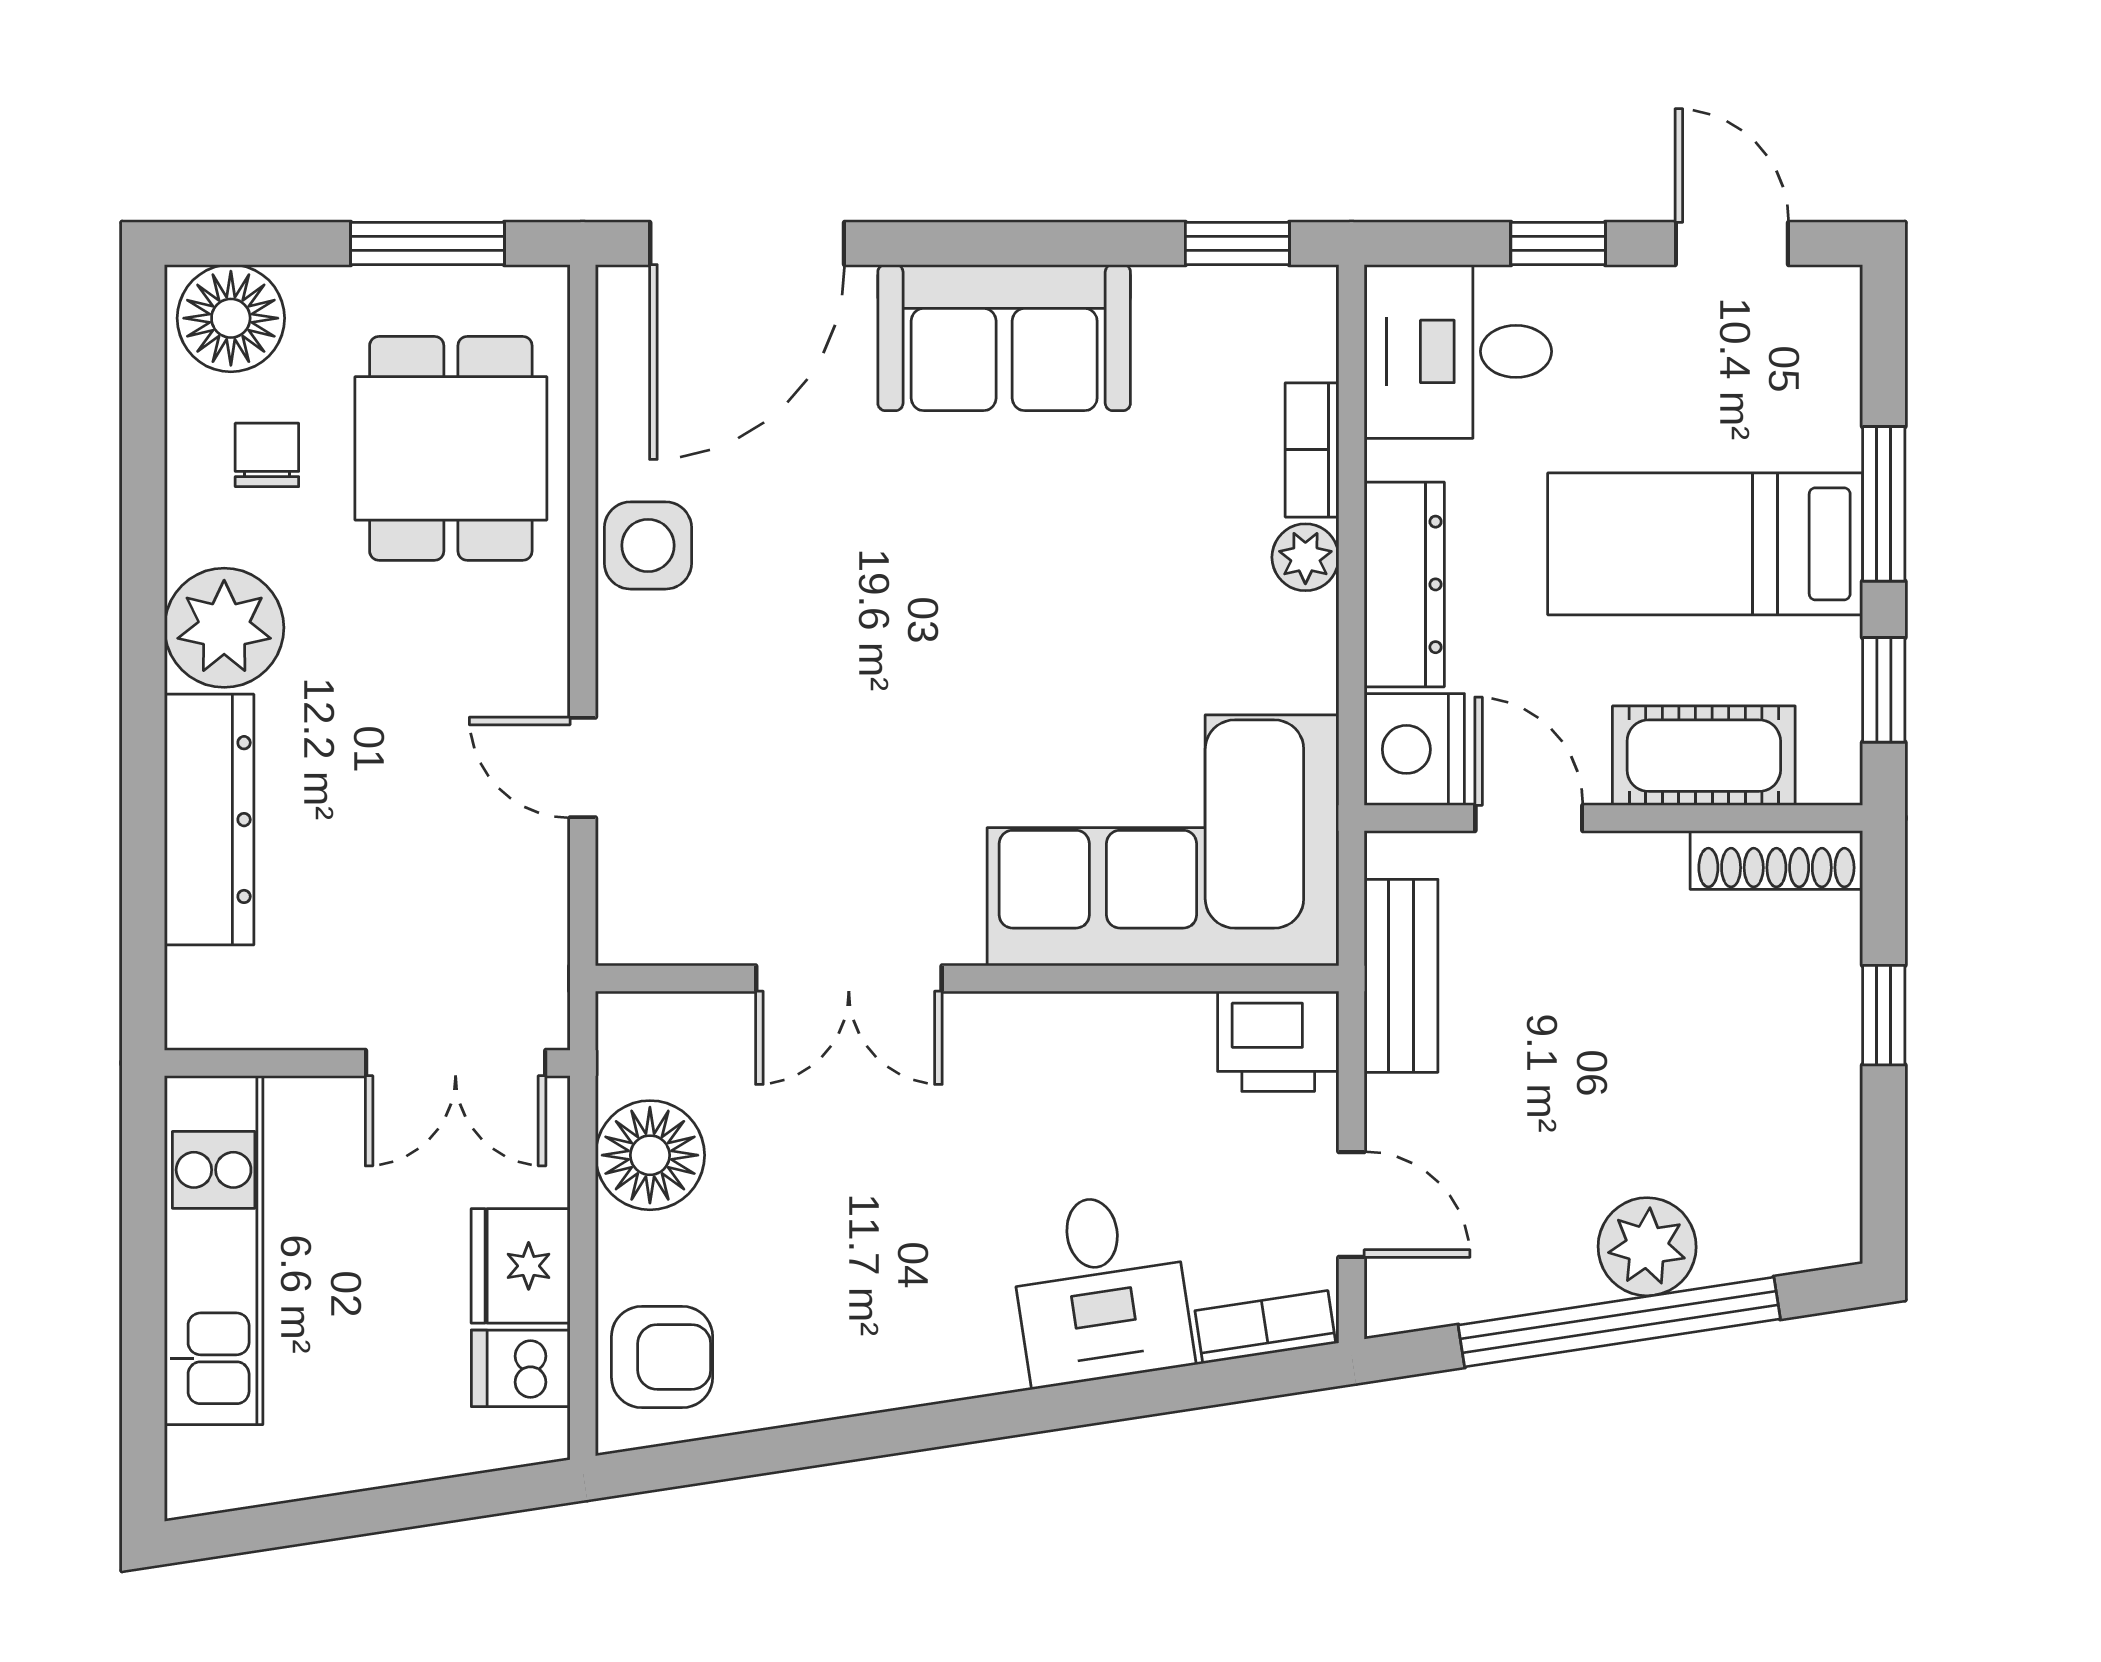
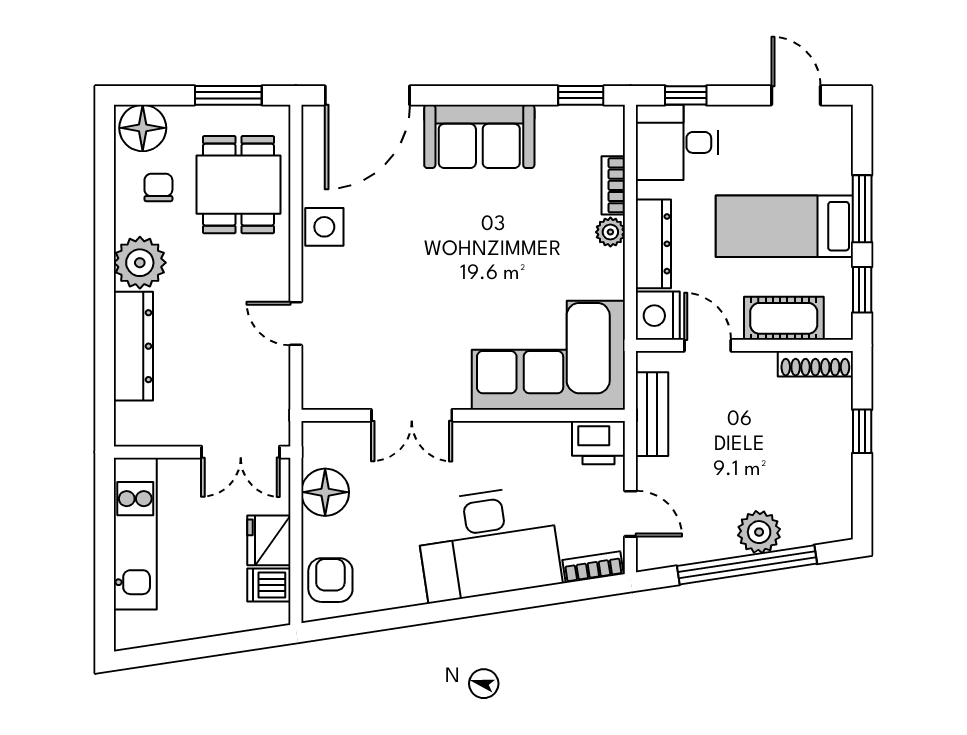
window: (1558, 243) -> (686, 95), moved
desk: (1100, 1288) -> (488, 543), width x1.87, depth x1.30
armchair: (662, 1357) -> (330, 580), turned -90

